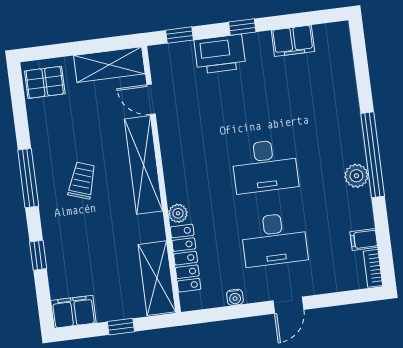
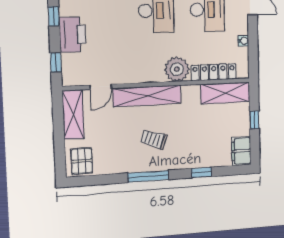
plant: (178, 213) -> (177, 69), width x1.88, depth x1.88

